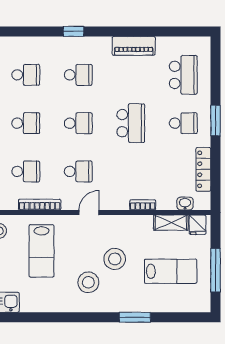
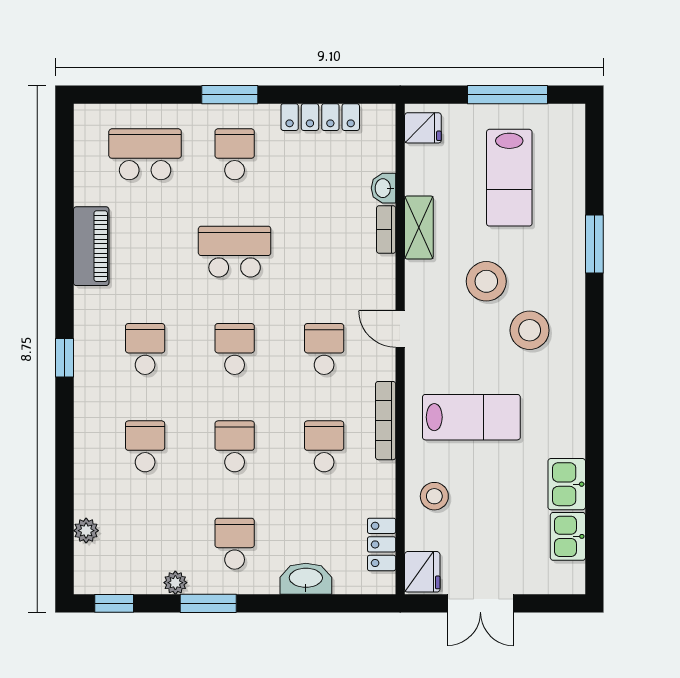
washbasin: (185, 203) -> (384, 188), moved
shelving: (171, 223) -> (419, 228), moved
lab bench: (171, 271) -> (509, 178), turned 180

